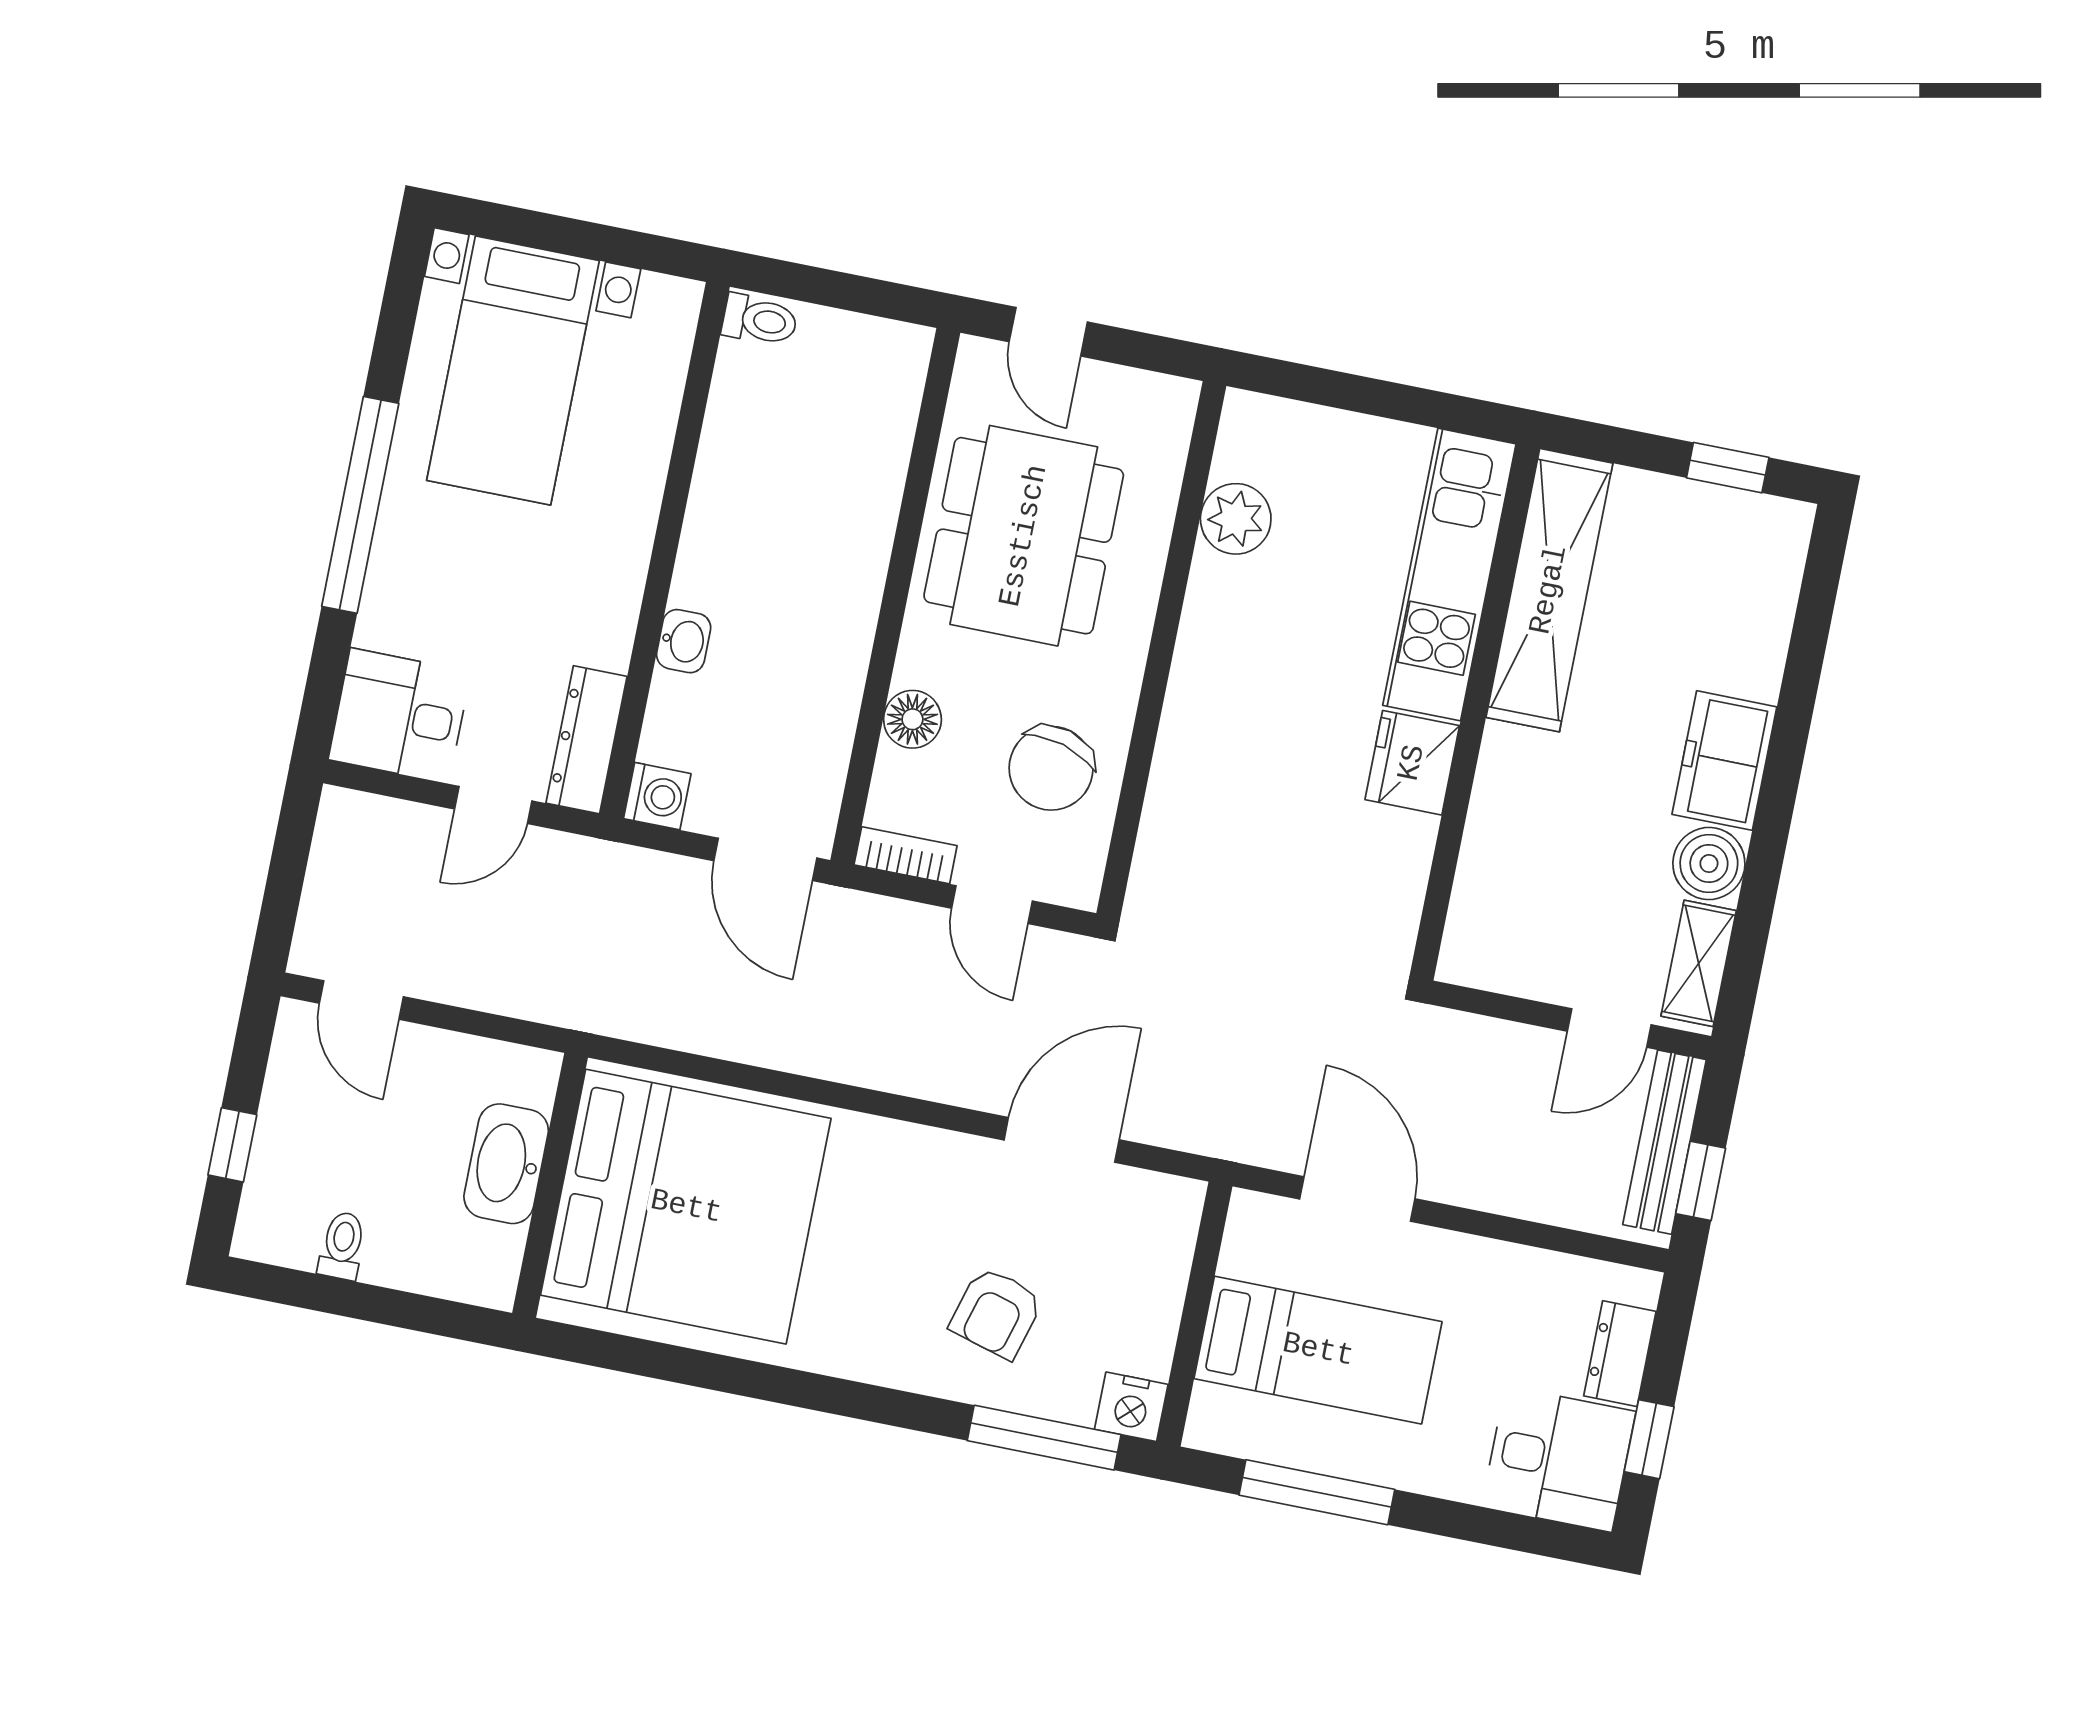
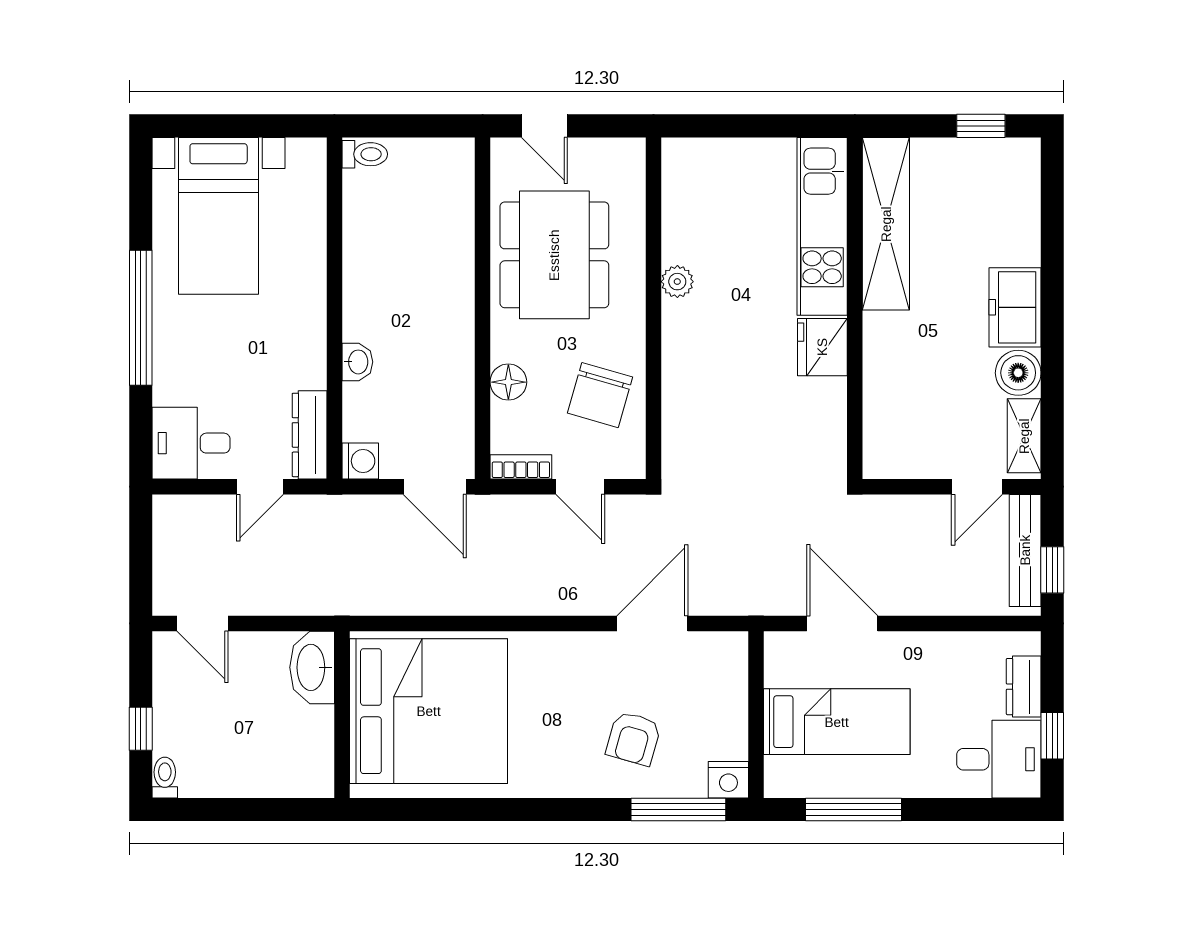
plant: (1236, 519) -> (677, 282), moved, width x0.73, depth x0.73
washbasin: (506, 1164) -> (312, 667), moved
toilet: (342, 1246) -> (165, 778), moved

